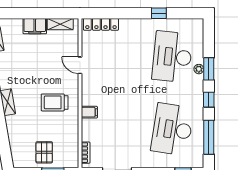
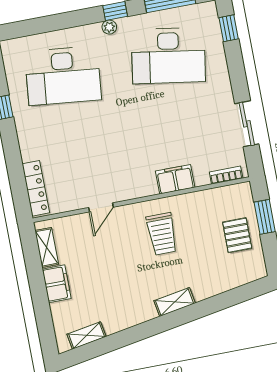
plant: (199, 69) -> (109, 27), moved
window: (209, 69) -> (71, 19), removed
filing cabinet: (89, 112) -> (175, 179), width x2.00
pallet: (44, 152) -> (237, 235), turned 90

